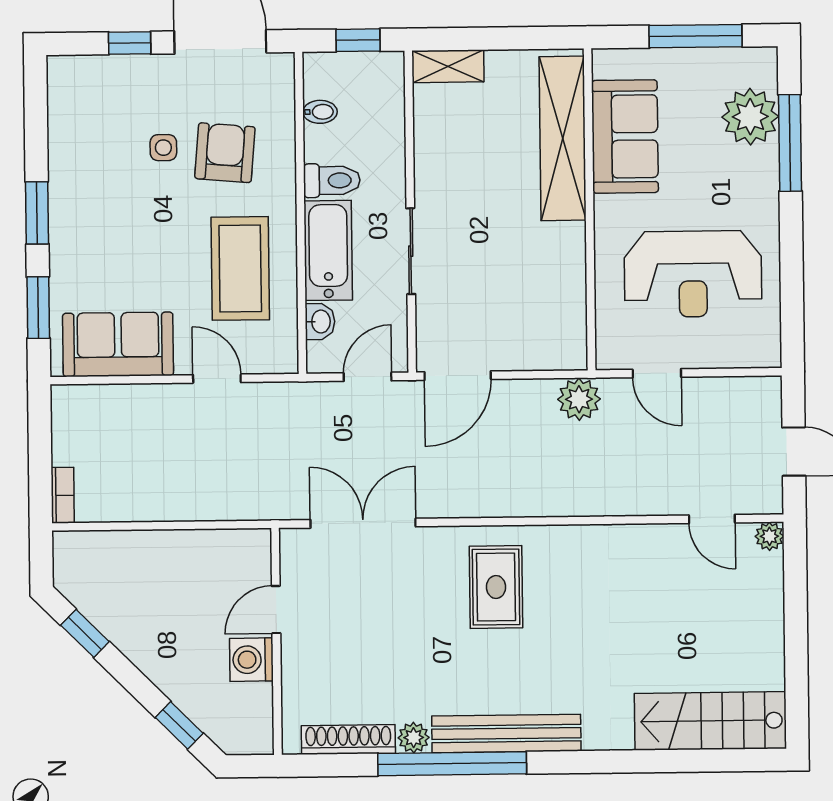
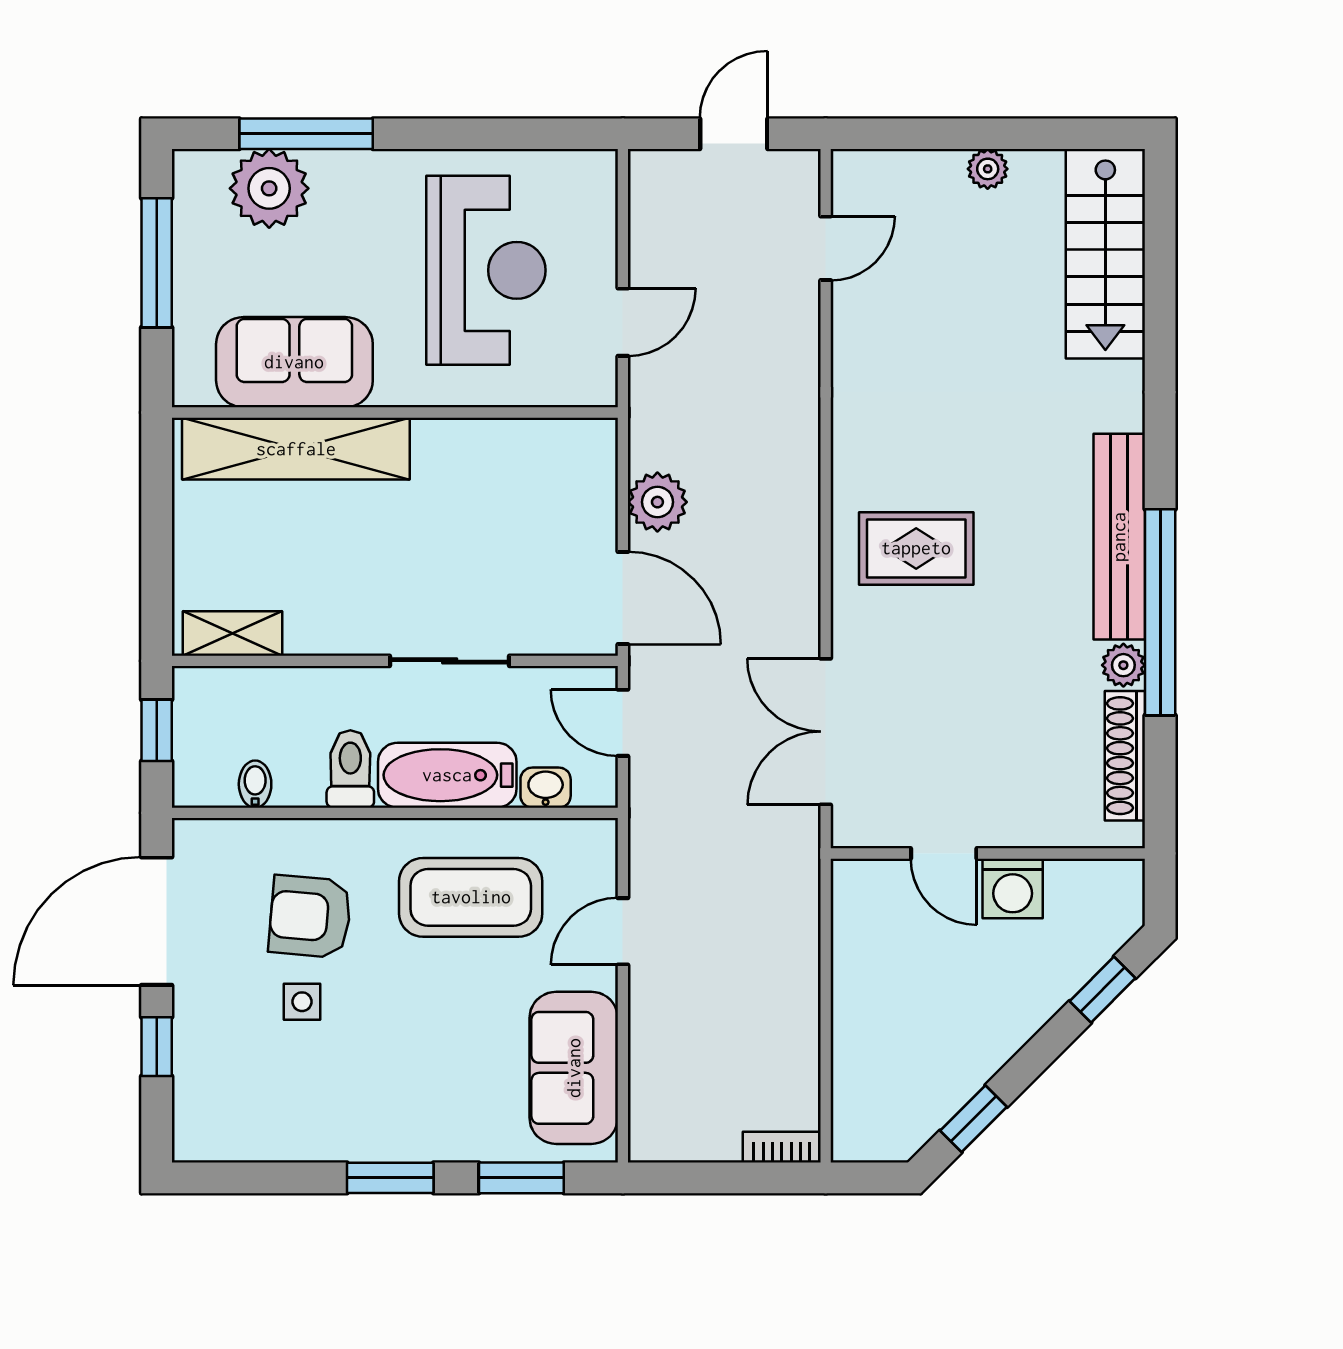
shelving: (448, 66) -> (233, 633), moved, turned 90
plant: (579, 399) -> (657, 502), moved
plant: (769, 536) -> (988, 169), moved

